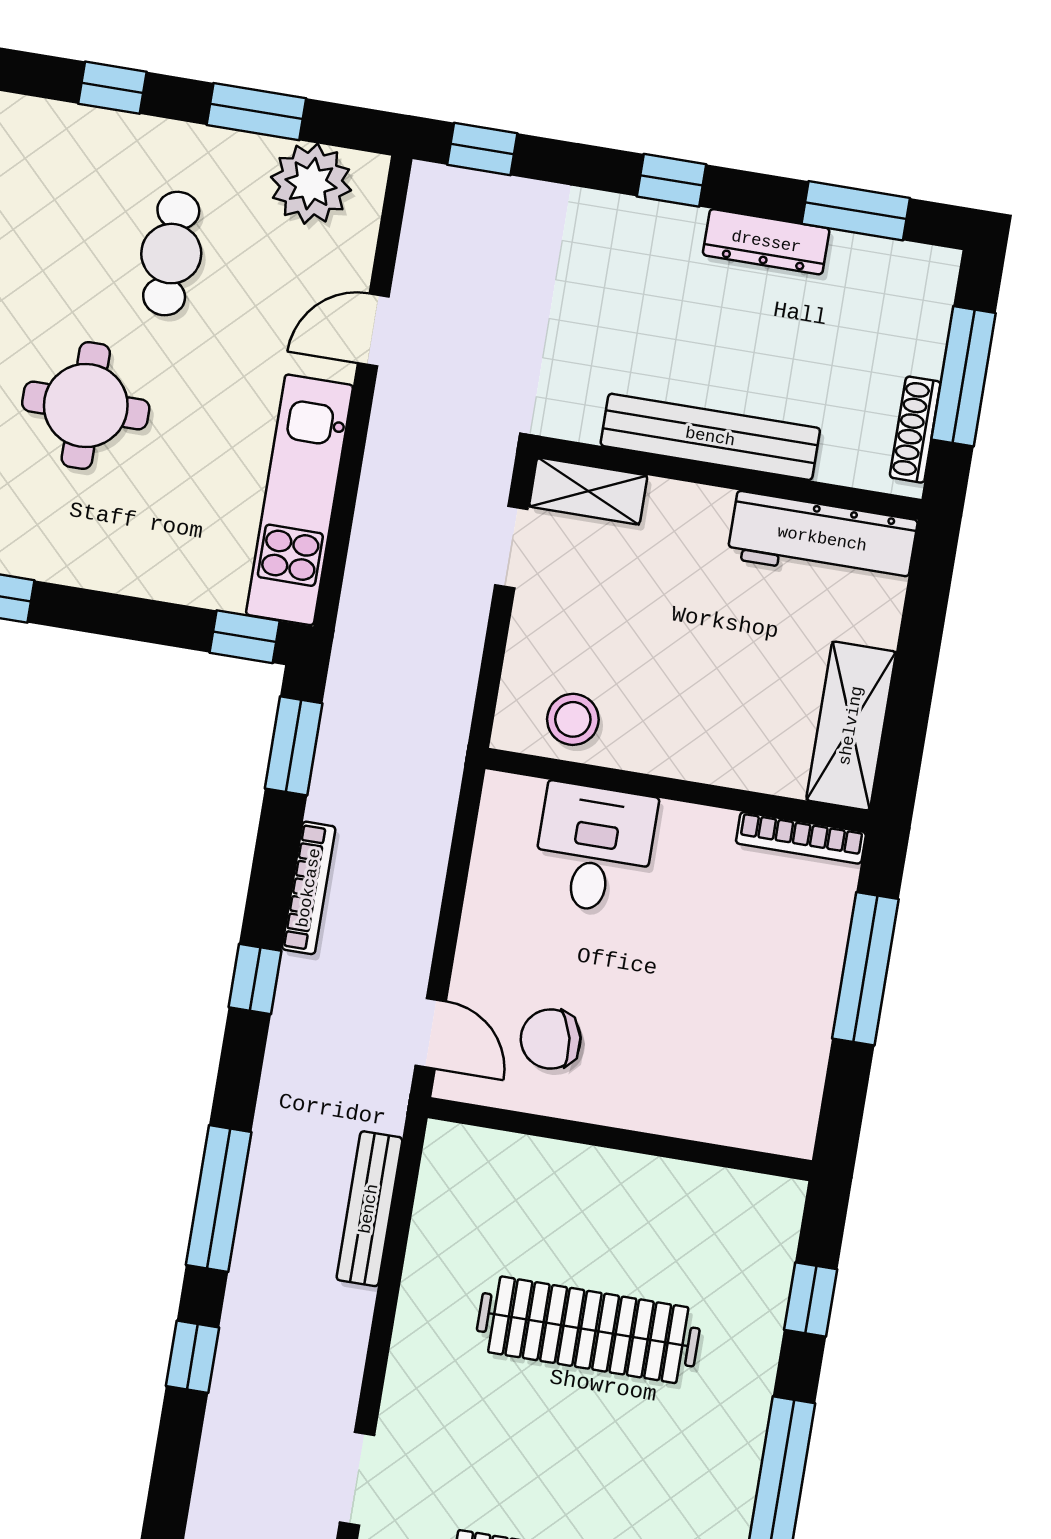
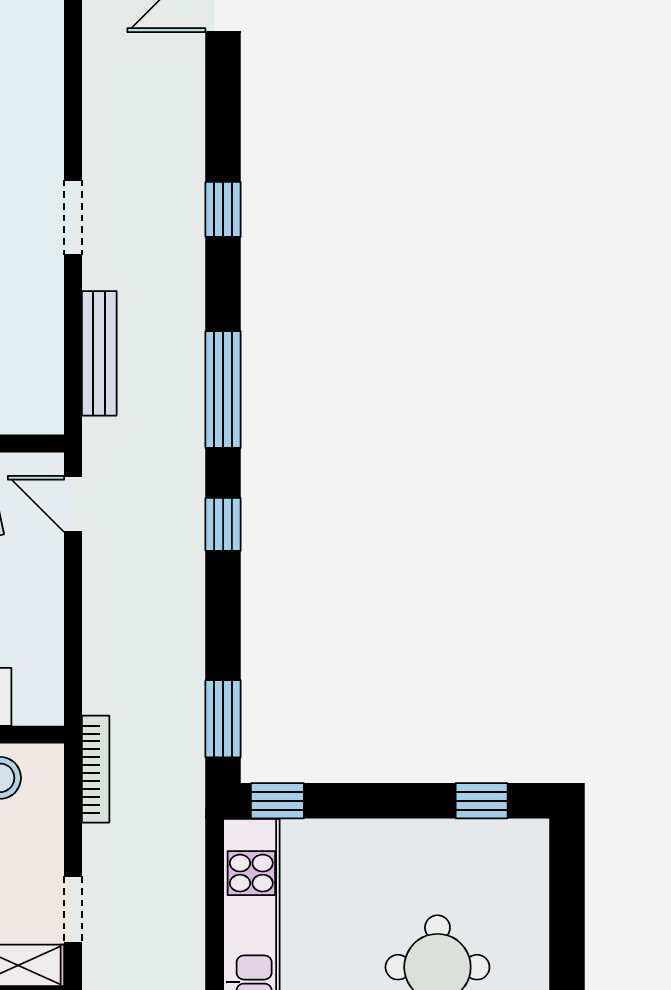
bookcase: (309, 888) -> (96, 769), moved, turned 180
window: (219, 1199) -> (223, 389), moved
doorway: (357, 1479) -> (73, 218), moved

